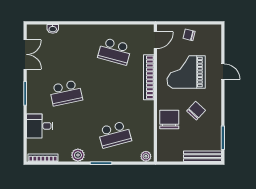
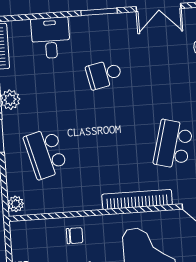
school desk: (66, 93) -> (104, 74), width x0.54
chair: (169, 120) -> (75, 236), width x0.54, depth x0.54

